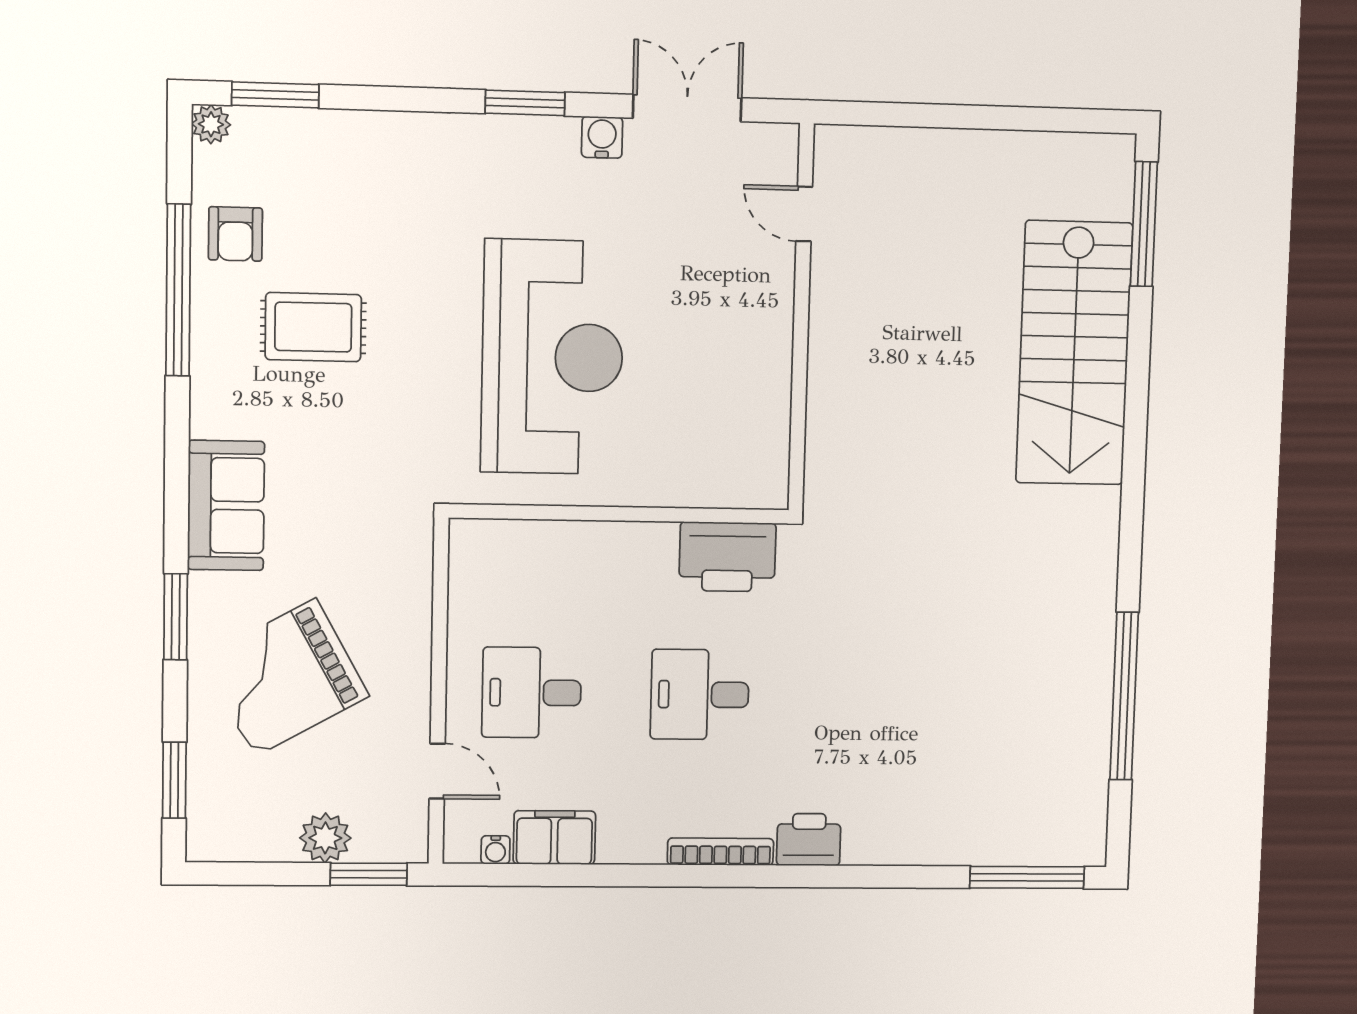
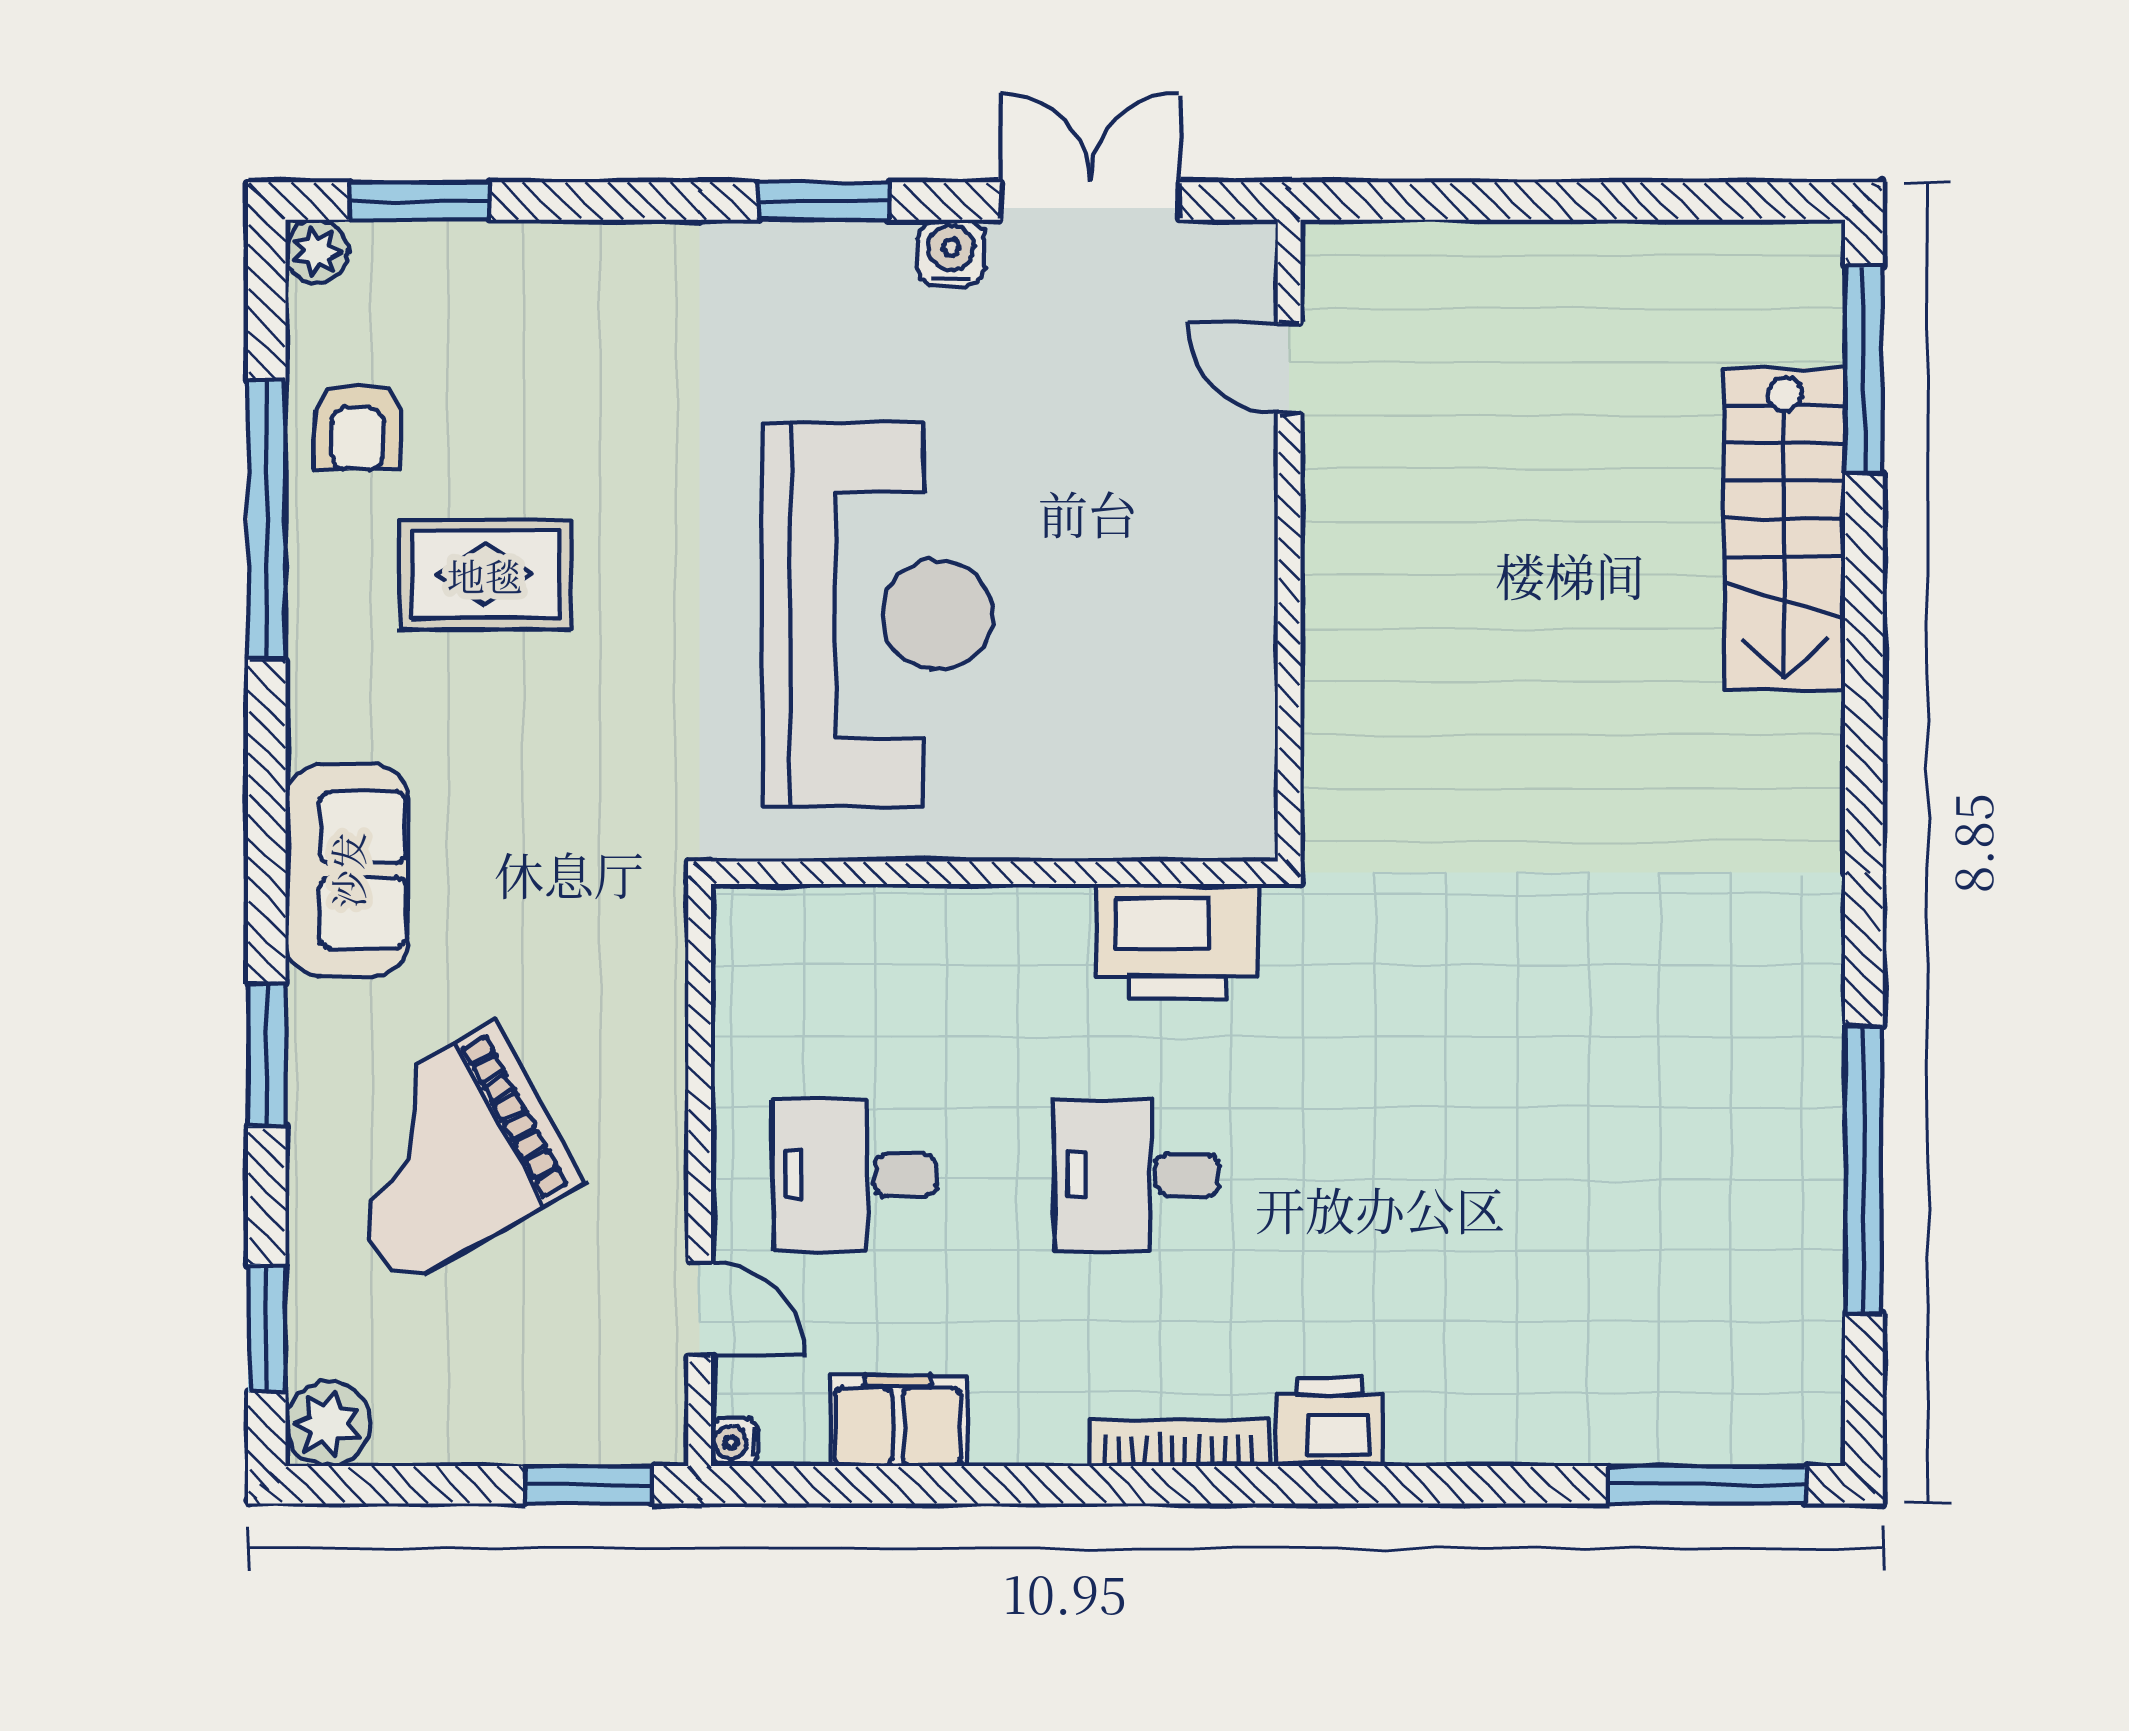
stairs: (1074, 353) -> (1784, 529), width x0.73, depth x0.66
plant: (325, 838) -> (328, 1424), moved
water cooler: (496, 850) -> (735, 1442), moved, turned 90

